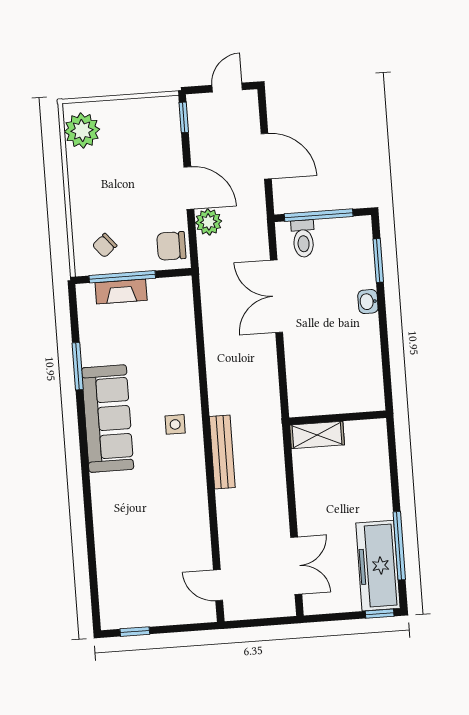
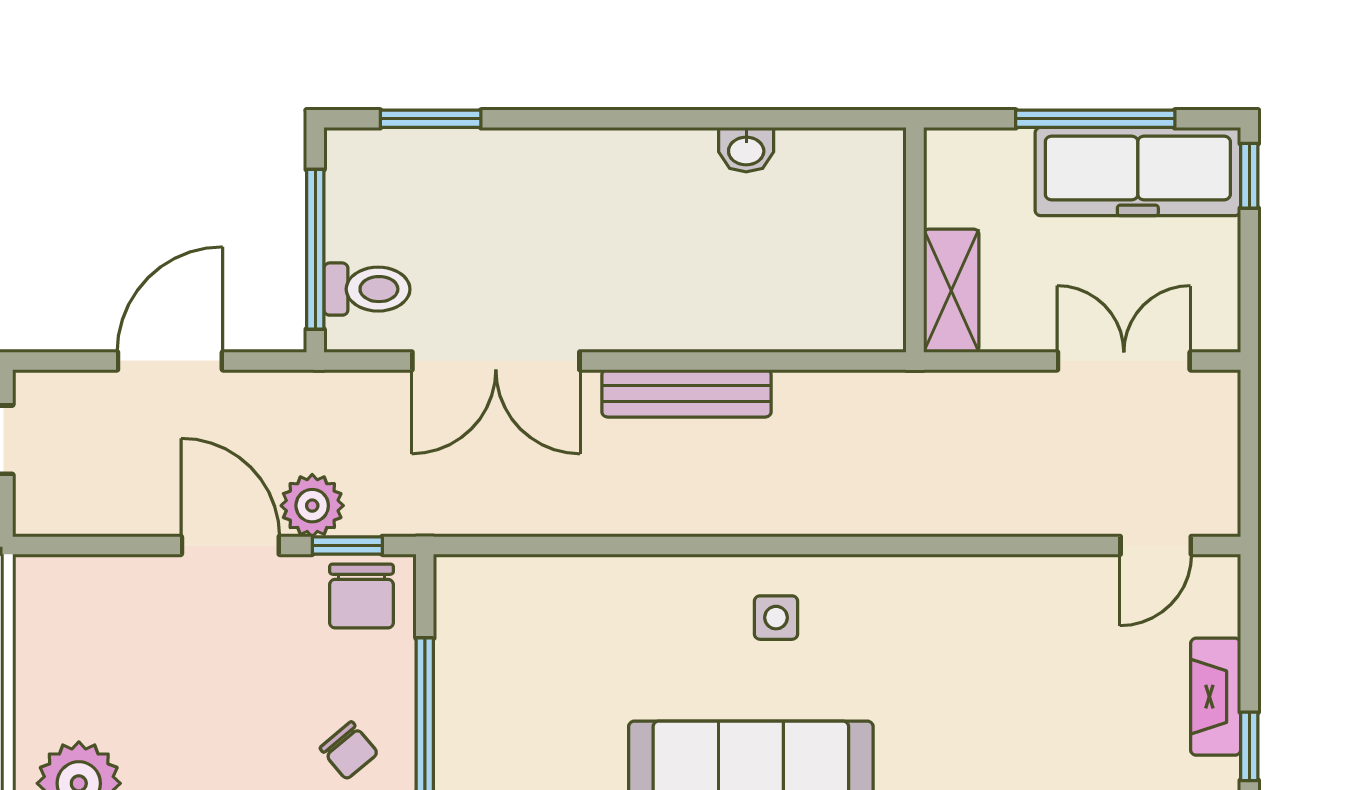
window: (184, 117) -> (347, 545), moved
door: (189, 188) -> (230, 545), hinge flipped
fireplace: (121, 291) -> (1216, 697), moved, turned 180
washbasin: (368, 302) -> (746, 150), moved
wall: (338, 418) -> (915, 240), moved
shelving: (317, 435) -> (951, 291), moved
bench: (222, 452) -> (686, 393), moved

